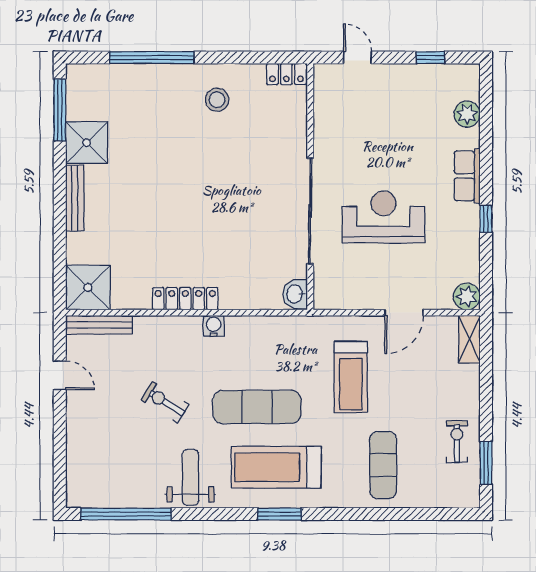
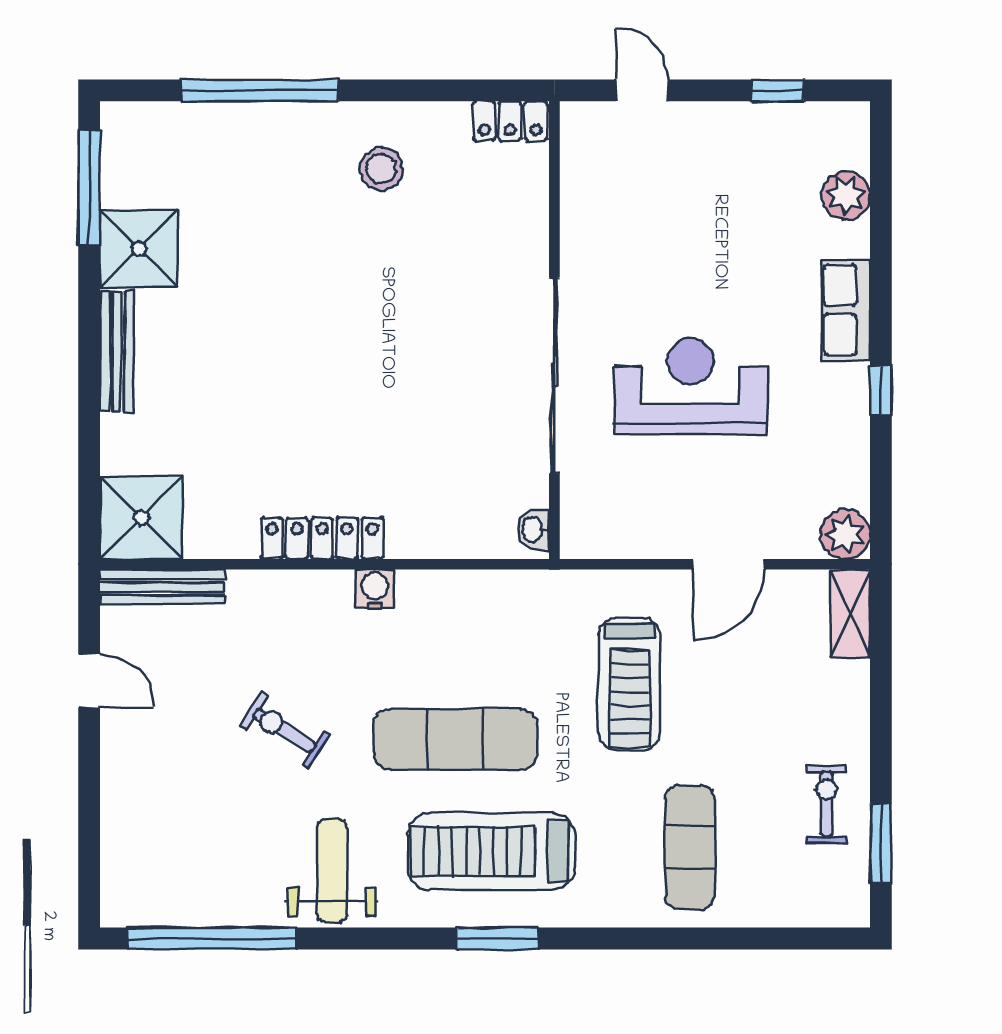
washbasin: (295, 294) -> (533, 530), width x0.72, depth x0.69

